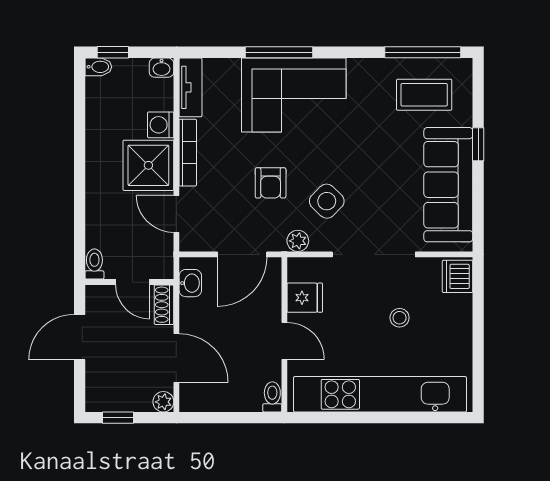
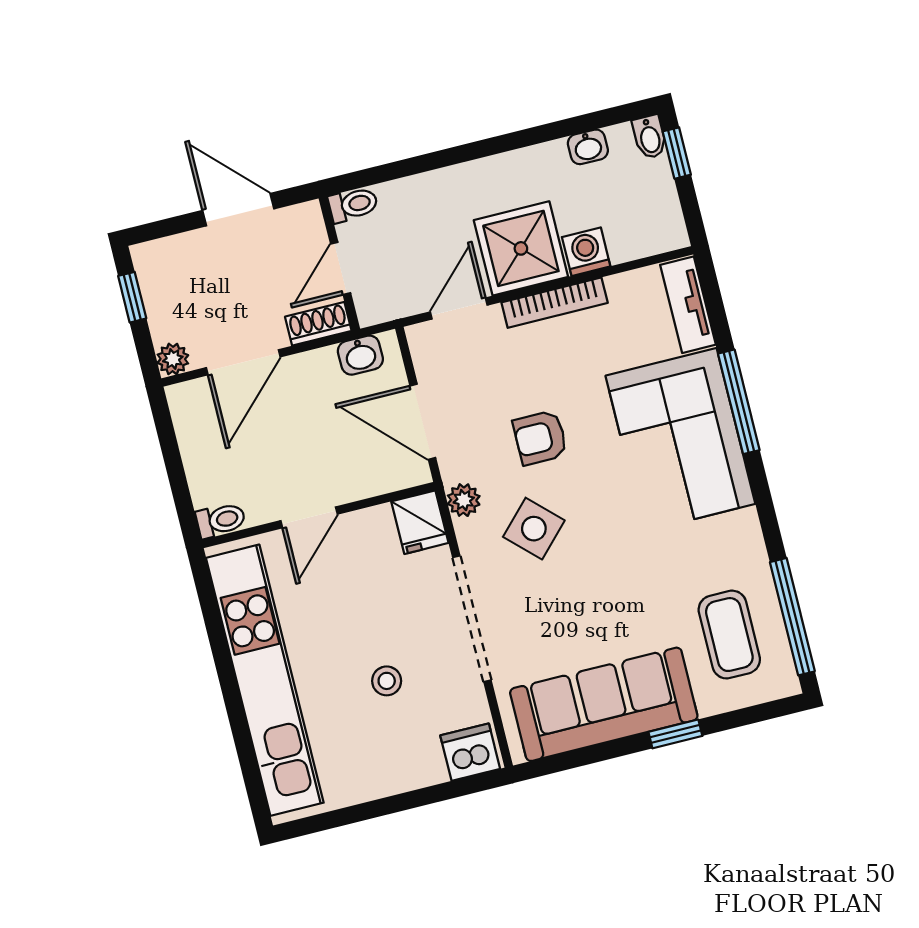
washbasin: (161, 68) -> (588, 147), moved, turned -90
tv unit: (190, 87) -> (688, 305), moved, turned 90
fridge: (305, 298) -> (420, 522), moved

